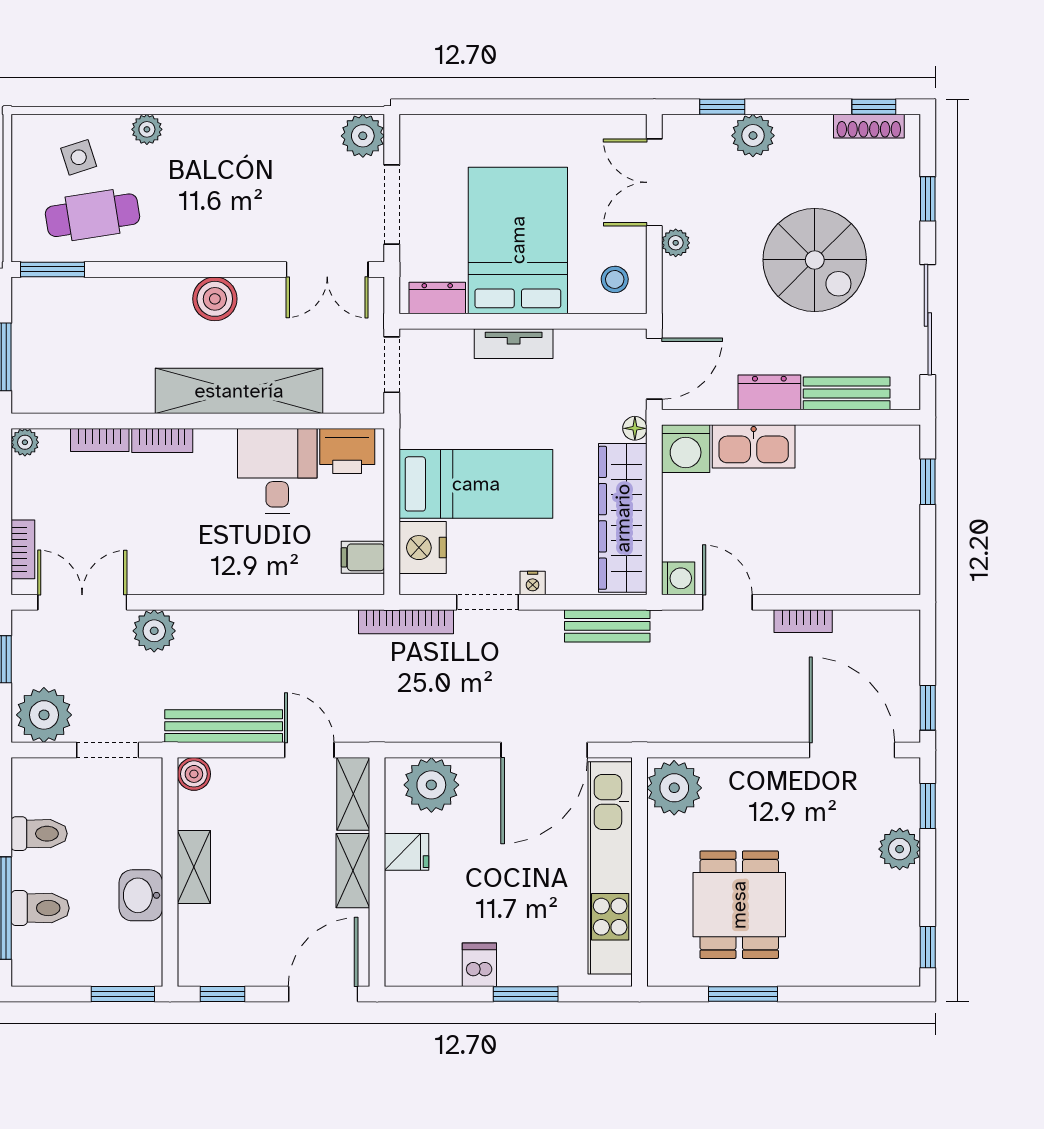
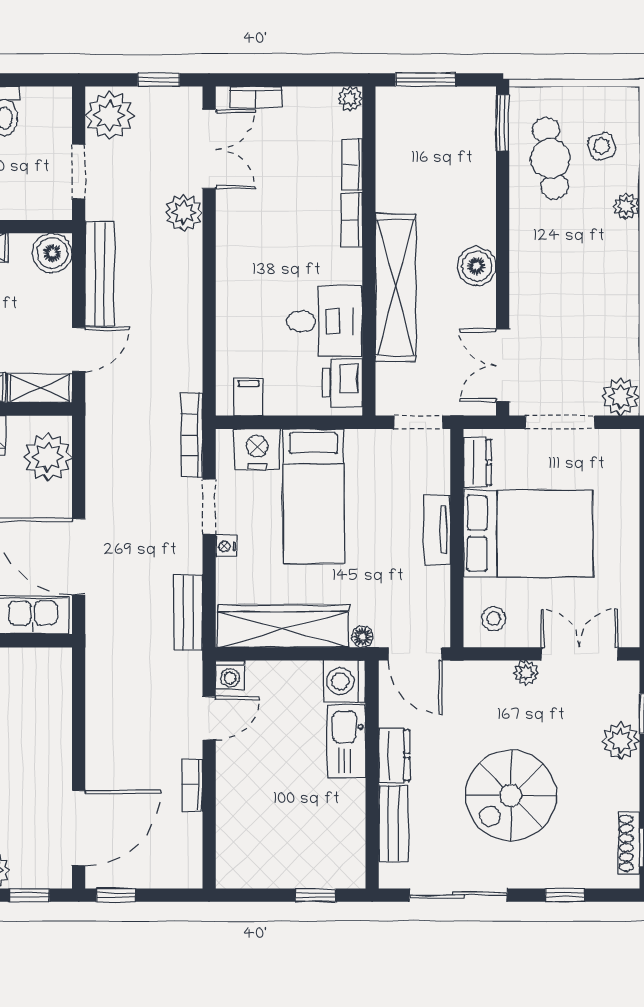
boiler: (194, 774) -> (52, 253), width x1.36, depth x1.36
plant: (674, 788) -> (45, 671), removed

